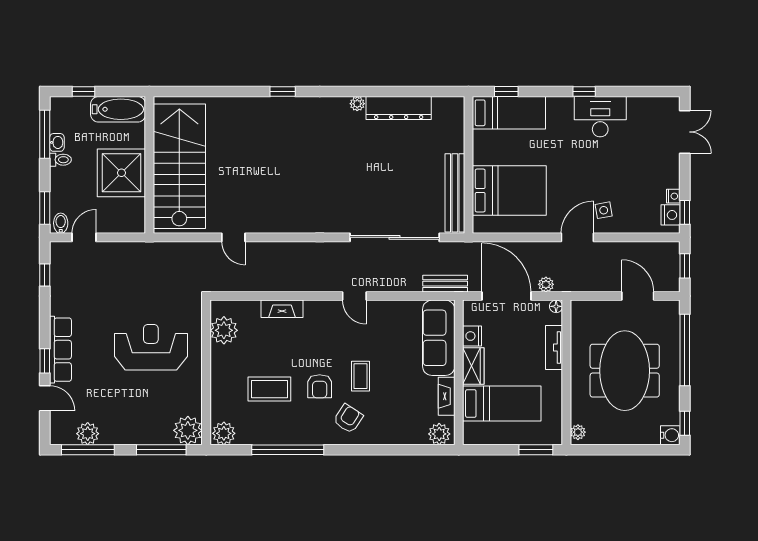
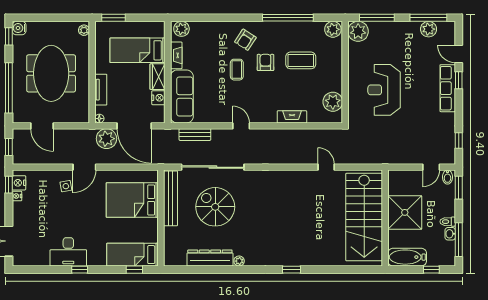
spiral stairs: (391, 181) -> (215, 207), added
bench: (445, 284) -> (195, 135), moved
plant: (546, 284) -> (106, 139), width x1.88, depth x1.88
reception desk: (151, 347) -> (384, 90), turned 90

